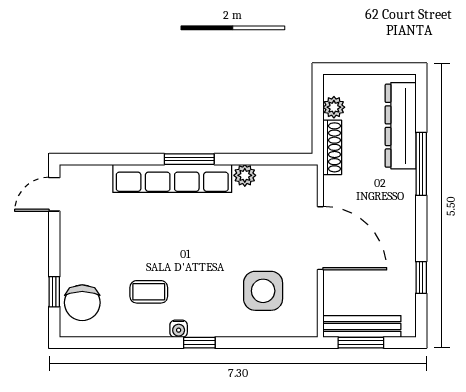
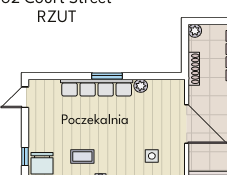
plant: (334, 107) -> (195, 31), moved
side table: (263, 291) -> (152, 156), width x0.54, depth x0.54

